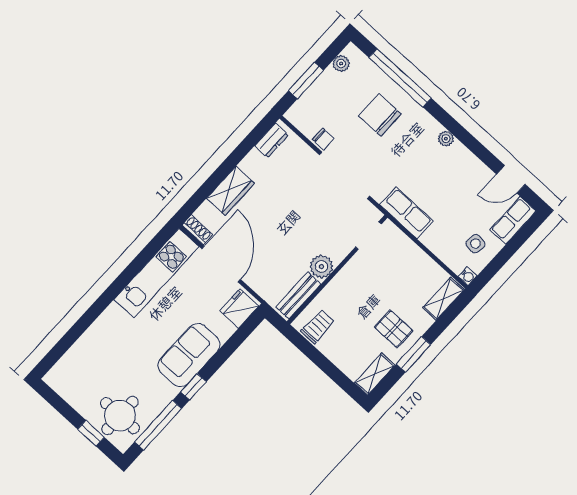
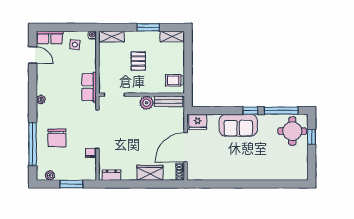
kitchen unit: (156, 273) -> (215, 172), removed
pallet: (393, 329) -> (138, 61), moved

